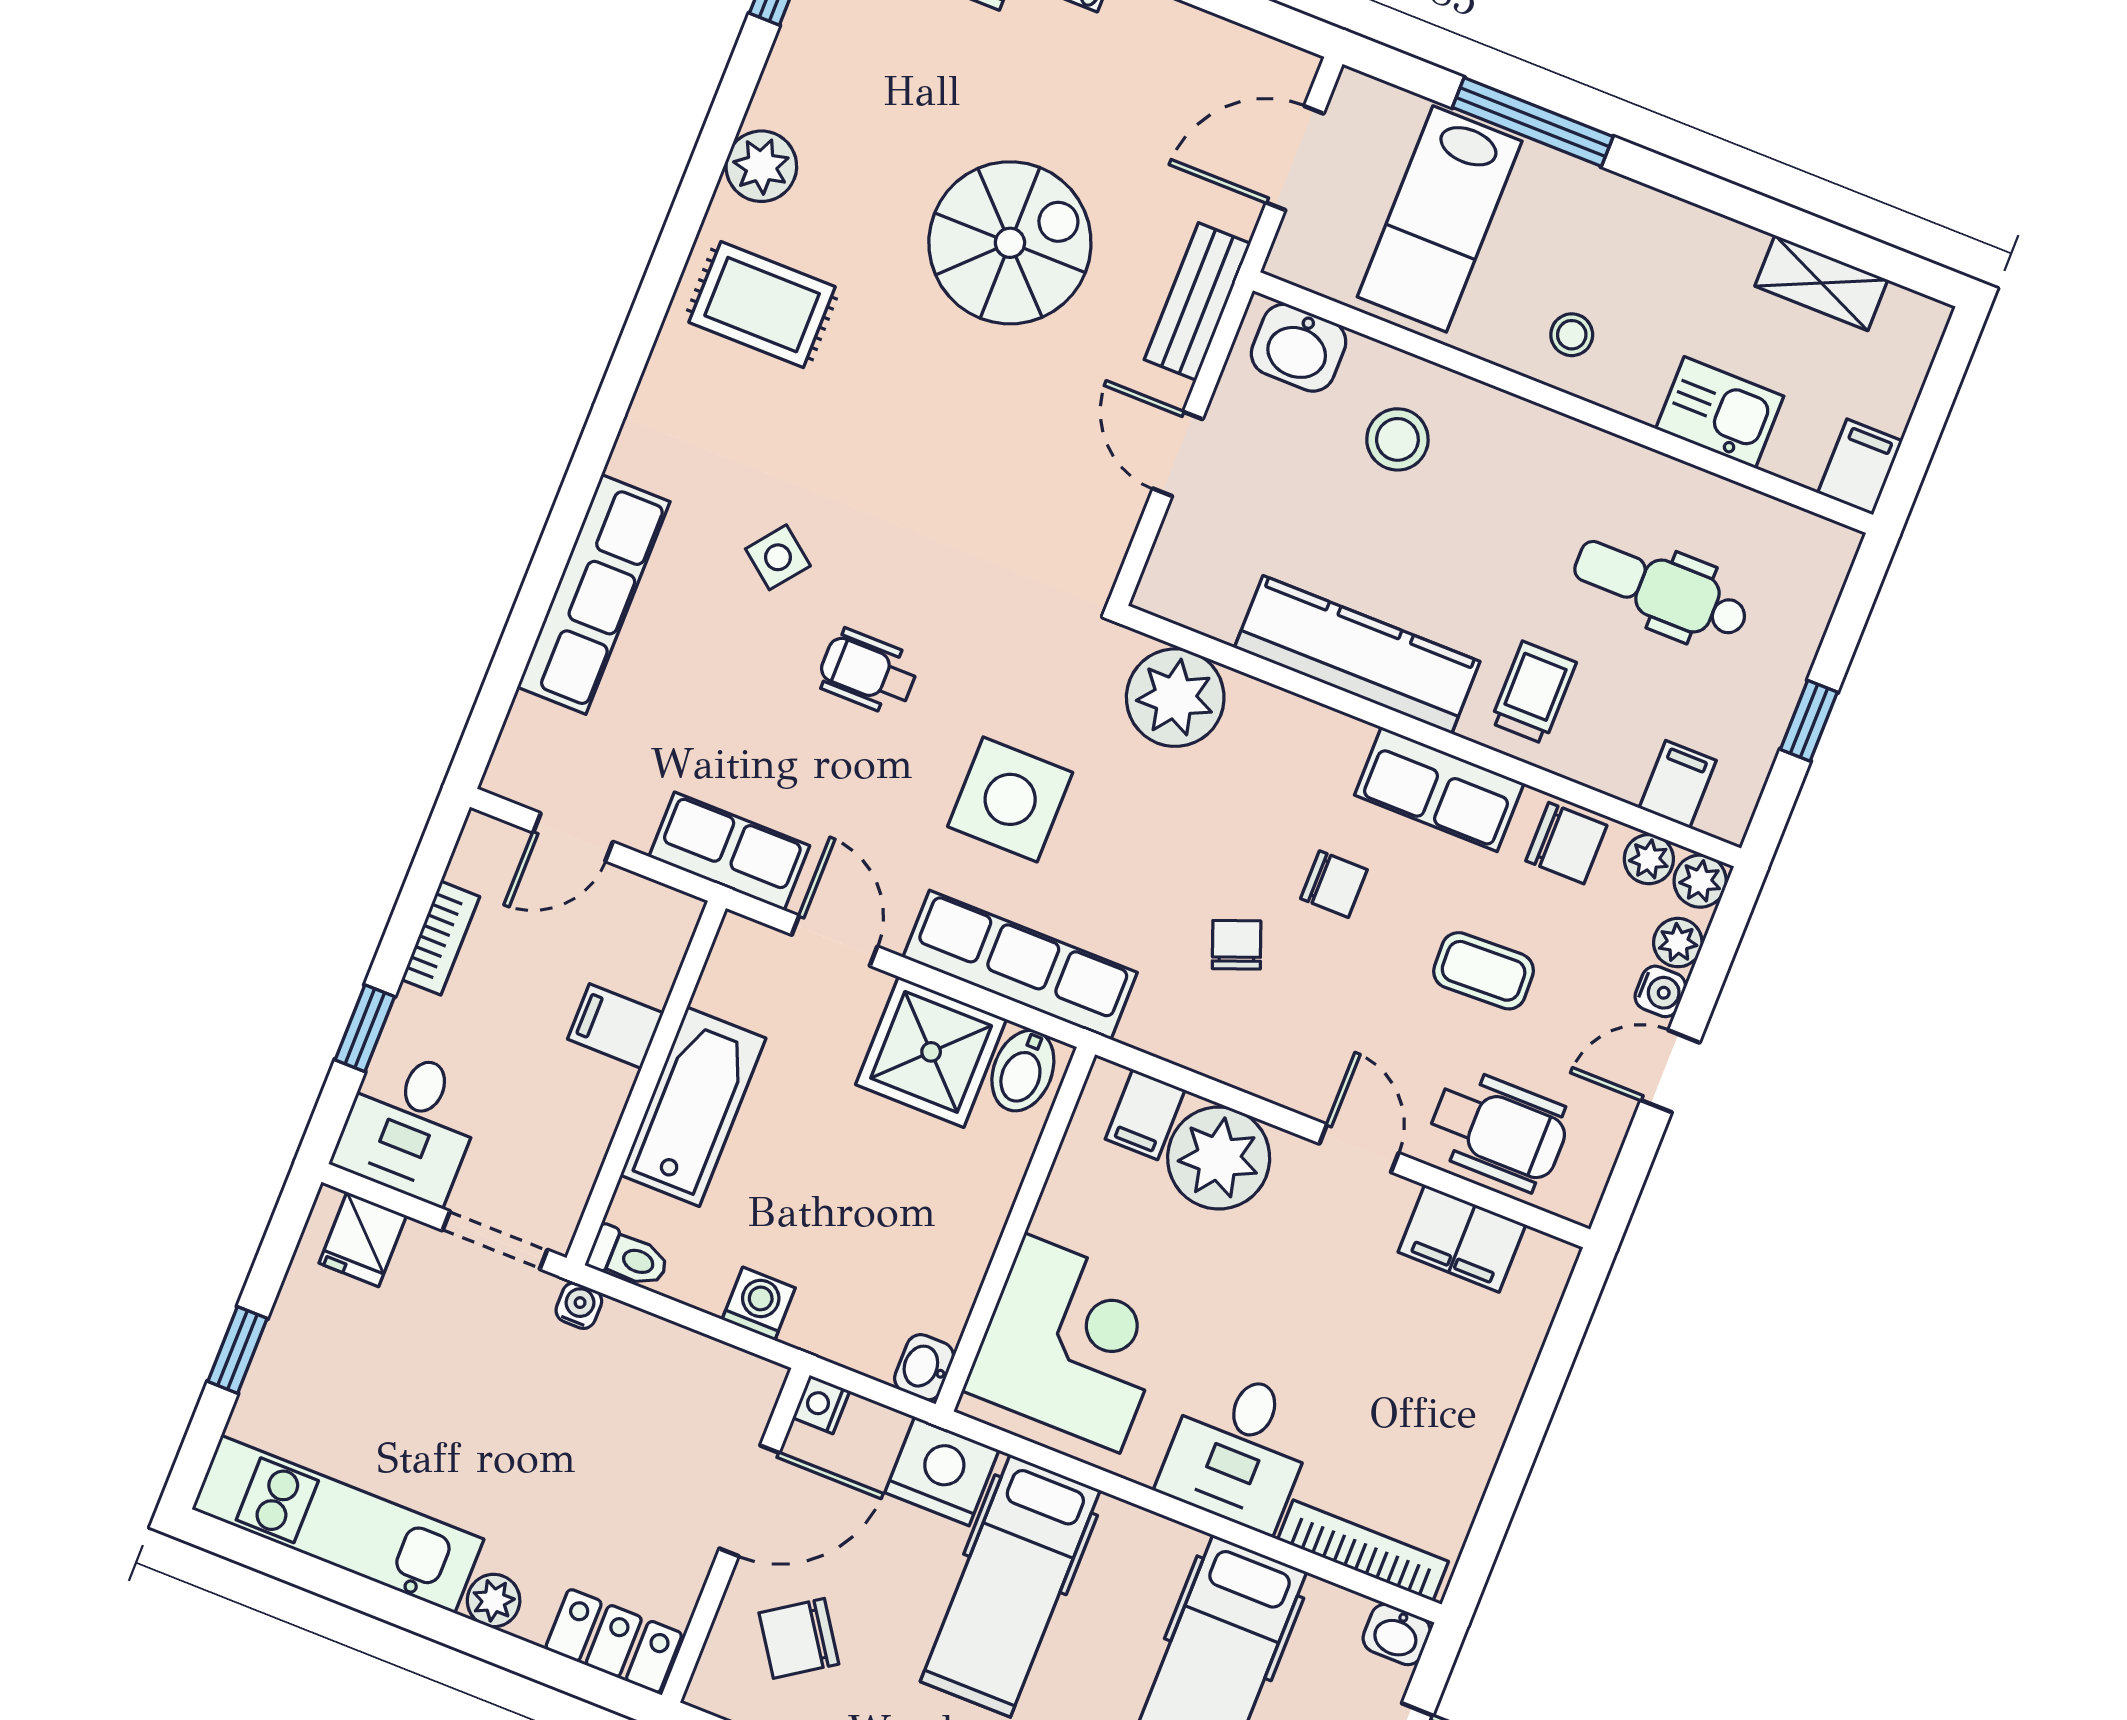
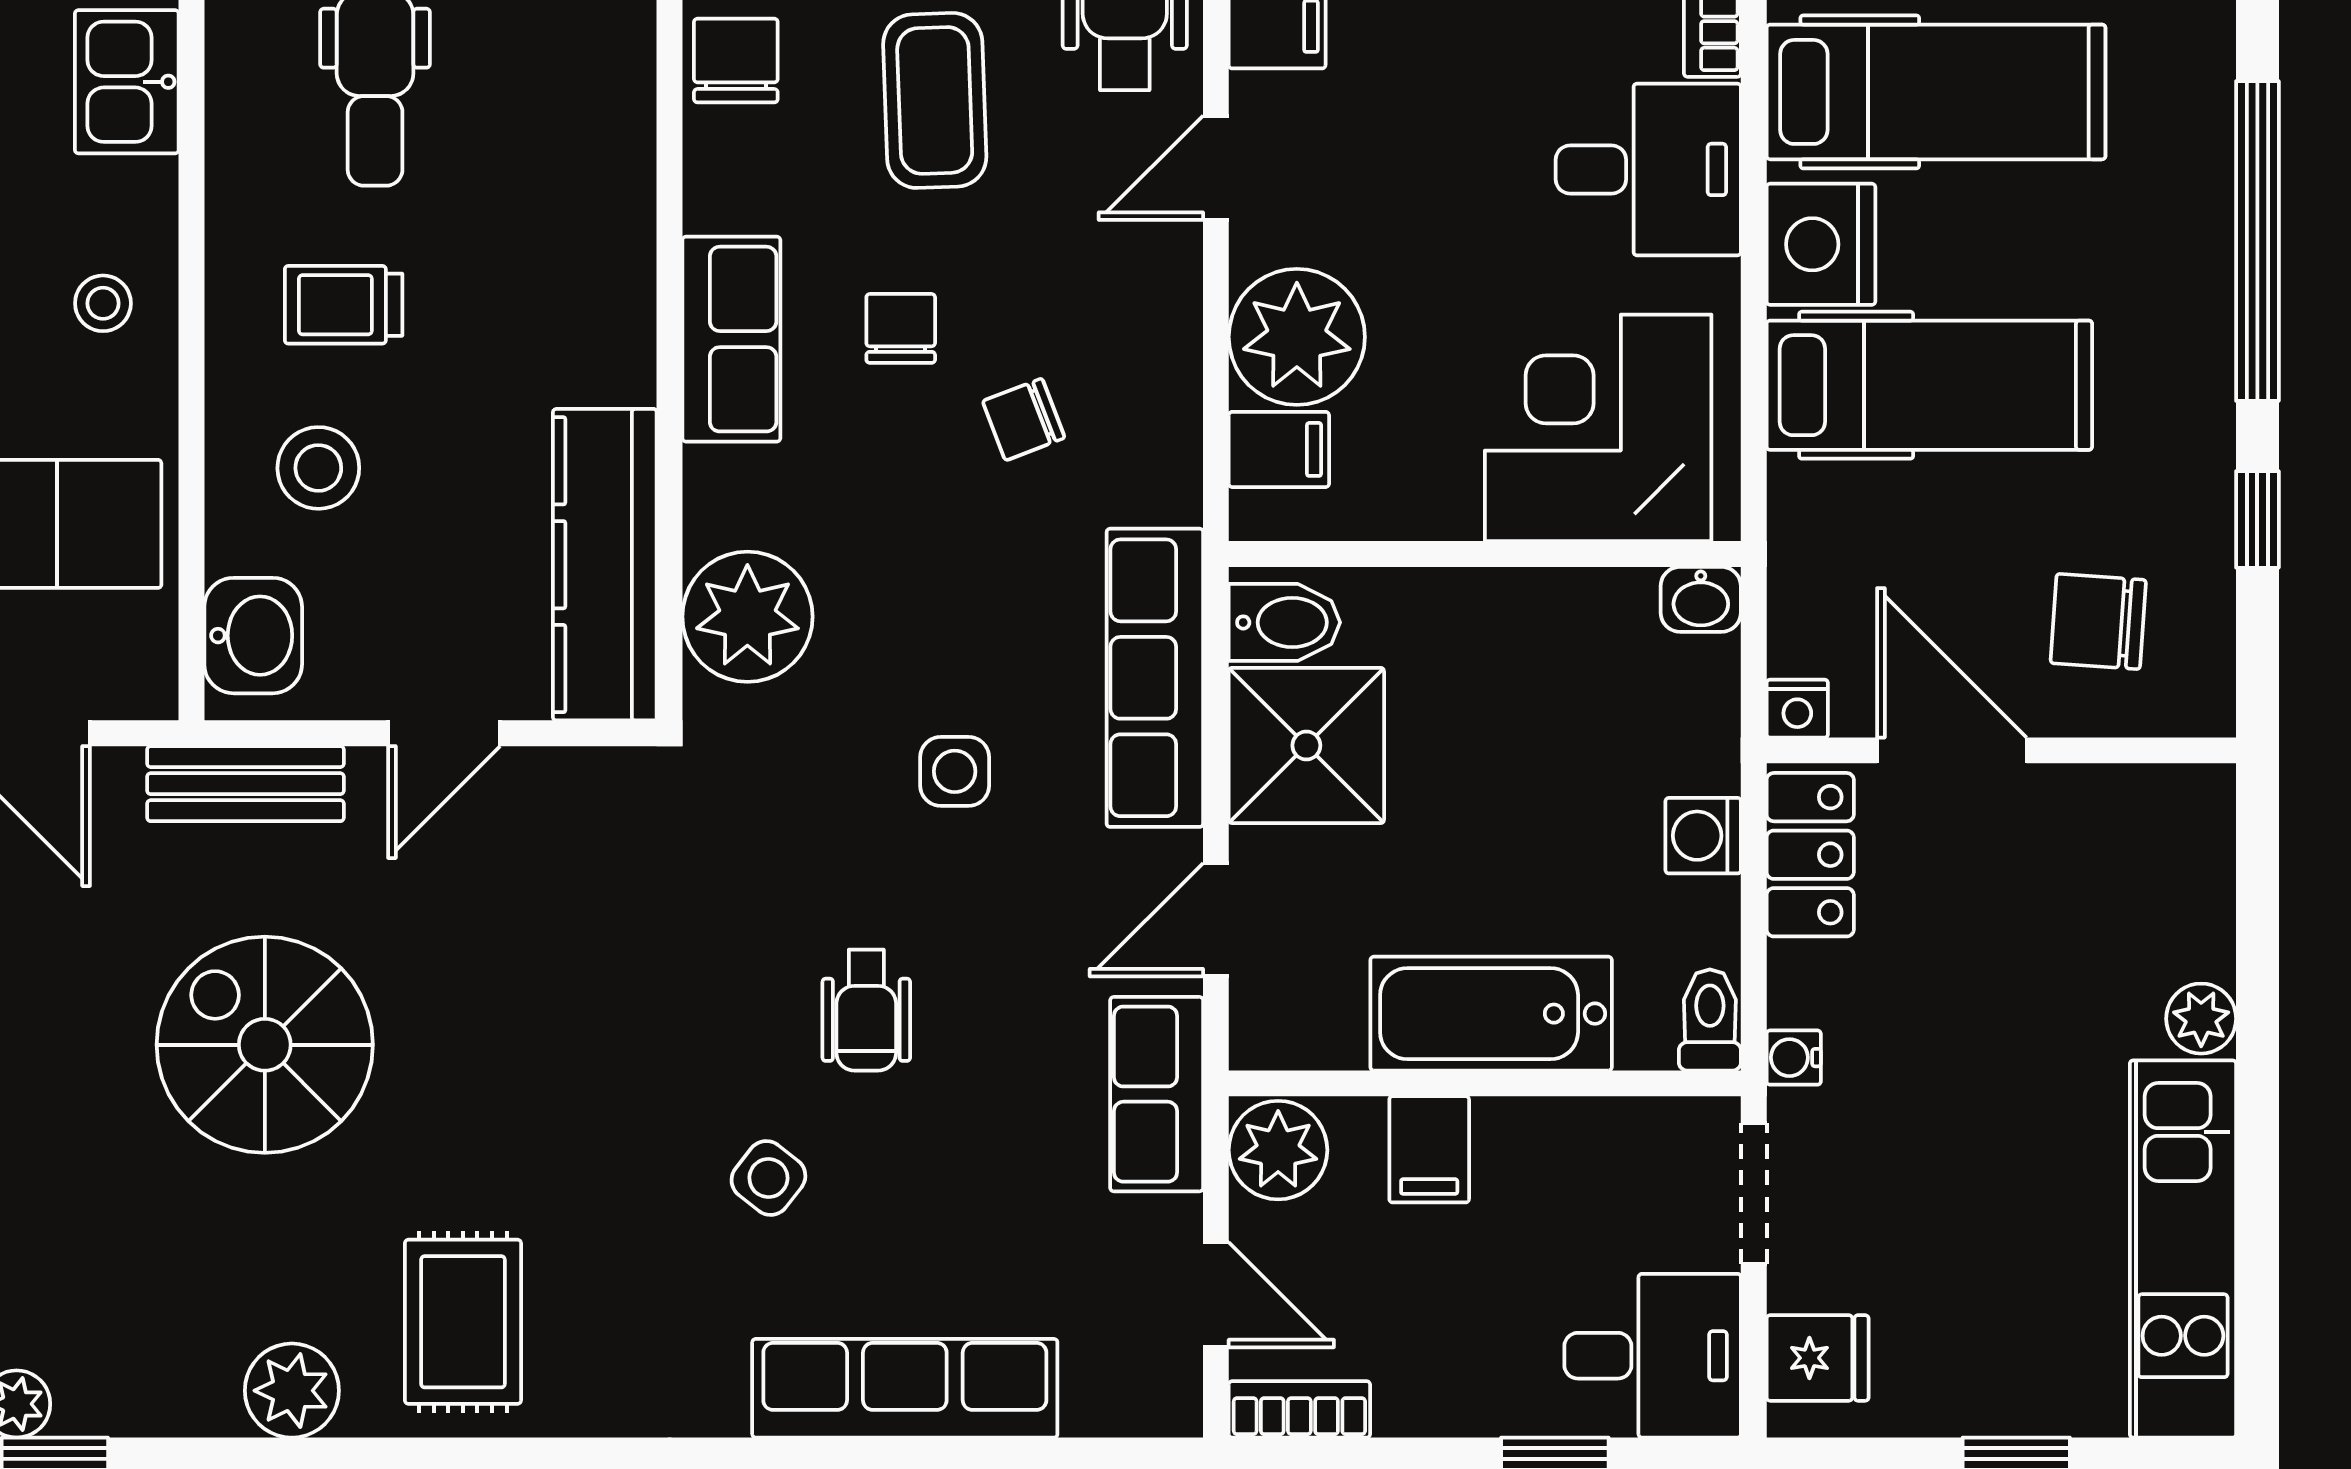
kitchen counter: (1357, 655) -> (605, 565), moved
trolley: (1533, 693) -> (344, 305), moved
row of seats: (1439, 789) -> (731, 339), moved
side table: (1010, 799) -> (955, 771), width x0.54, depth x0.54
plant: (657, 920) -> (1278, 1150), added
bookcase: (441, 938) -> (1299, 1409), moved
coffee table: (1484, 971) -> (935, 100), width x1.36, depth x1.30
nightstand: (942, 1471) -> (1821, 244), moved
chair: (799, 1638) -> (2098, 622), turned 128
locker: (614, 1641) -> (1810, 855), moved, turned 180

